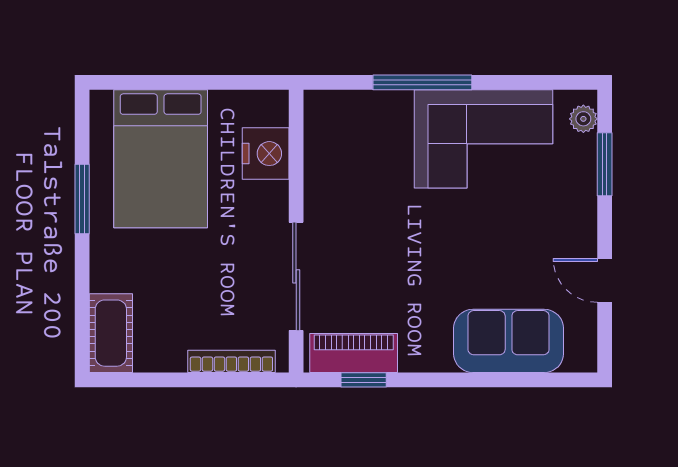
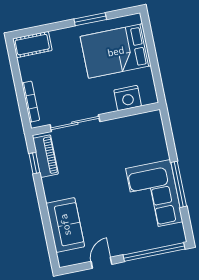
window: (422, 82) -> (179, 184), moved
plant: (583, 119) -> (173, 238), removed
window: (605, 164) -> (154, 252), width x2.11

